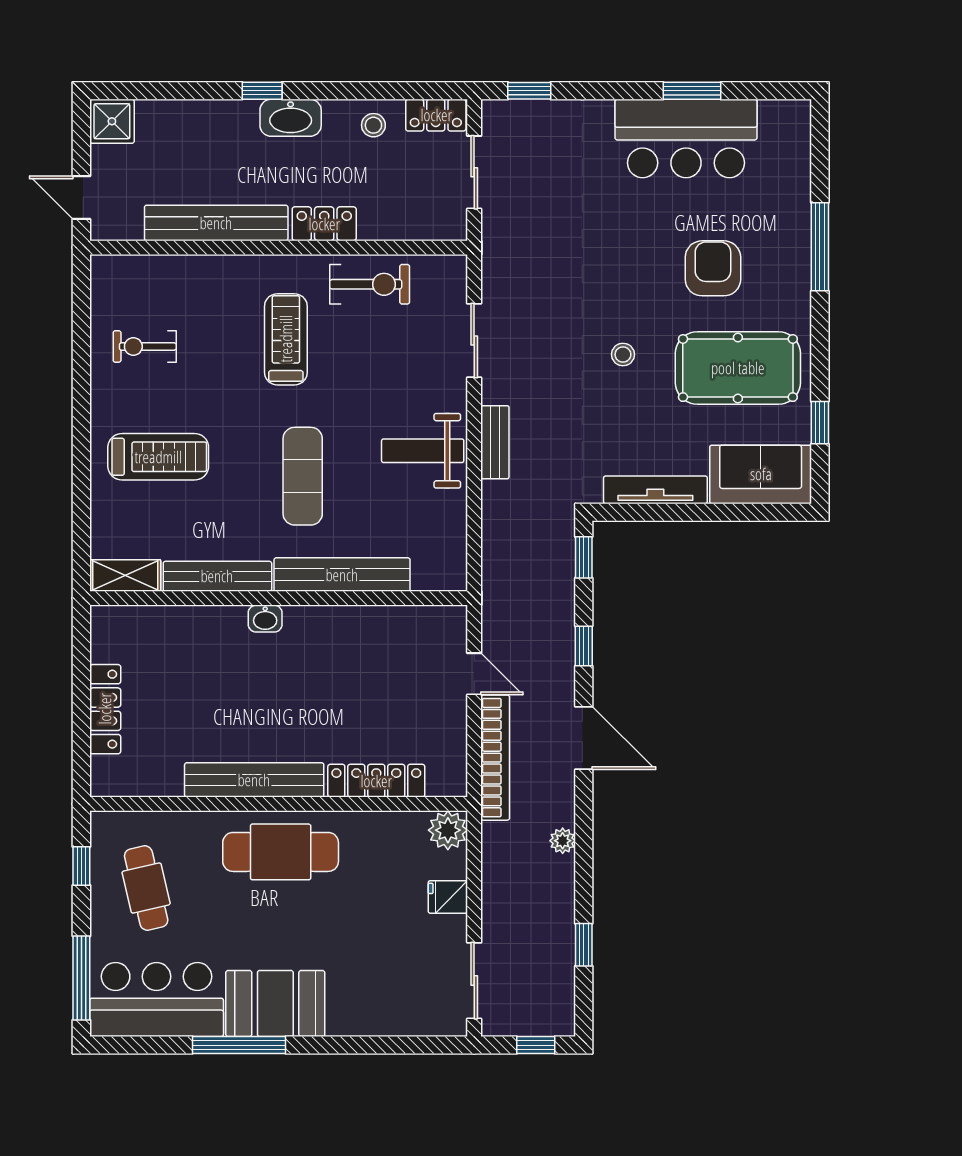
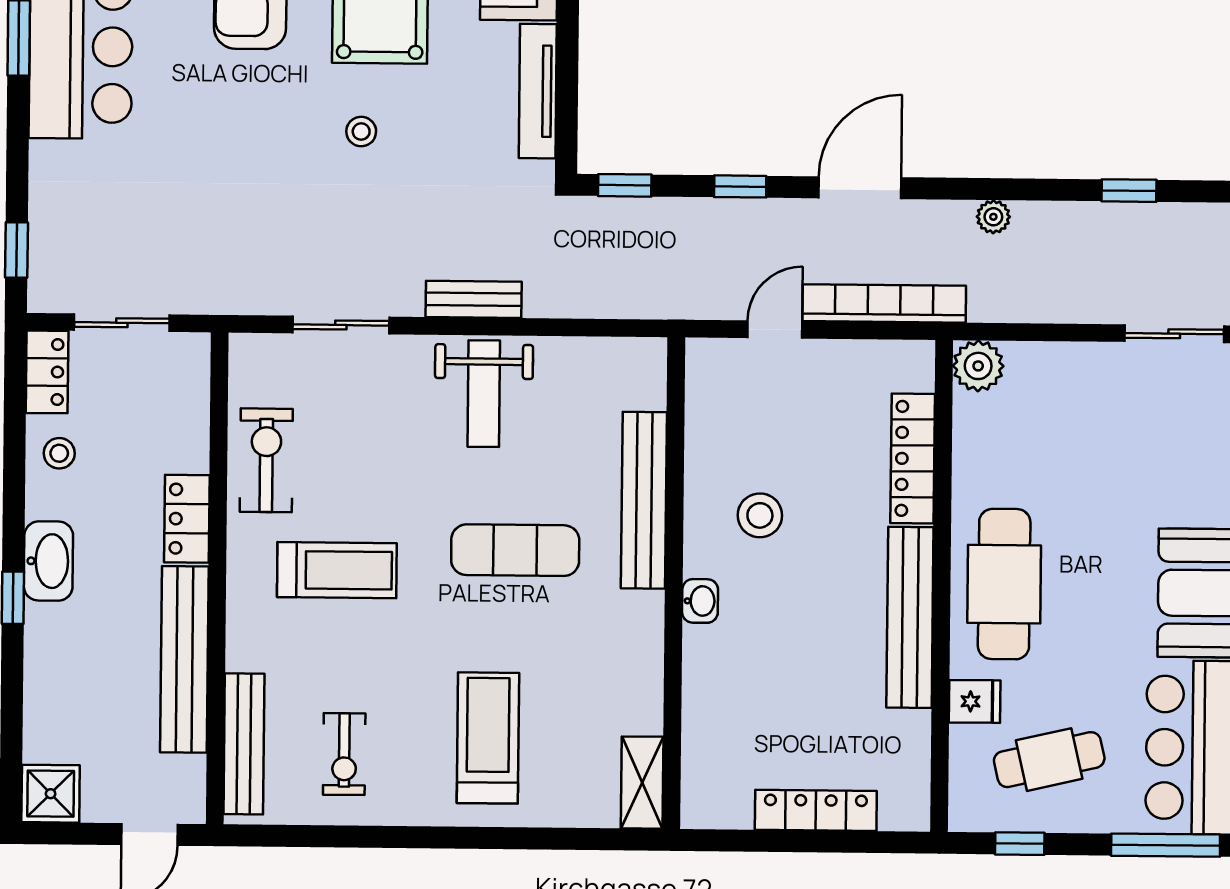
treadmill: (286, 339) -> (337, 570), turned 180
bench: (217, 576) -> (244, 744), moved
stool: (331, 664) -> (760, 515), added
fridge: (448, 897) -> (975, 701), moved, turned -90

